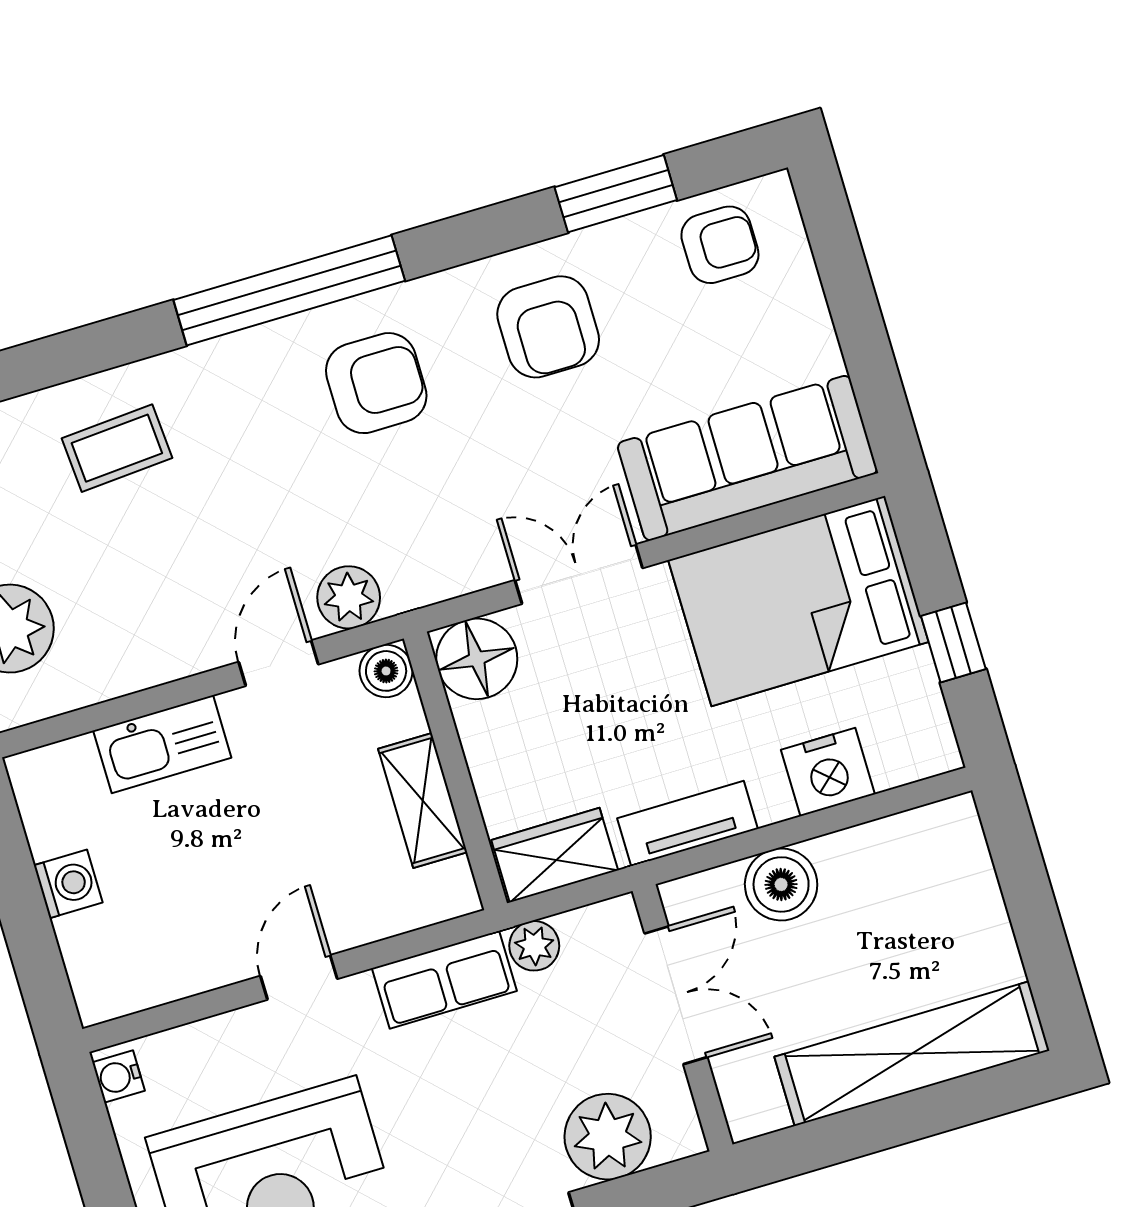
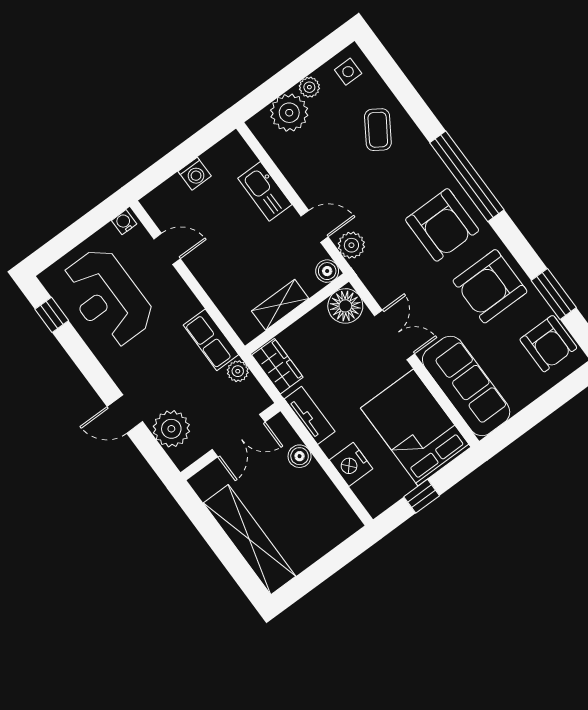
armchair: (720, 245) -> (548, 344), width x1.38, depth x1.38
armchair: (548, 327) -> (490, 286), width x1.36, depth x1.36
armchair: (376, 383) -> (442, 225), width x1.36, depth x1.36
coffee table: (117, 448) -> (378, 130), turned 37
boiler: (781, 884) -> (300, 456), width x0.73, depth x0.73
door: (299, 977) -> (167, 249), moved

